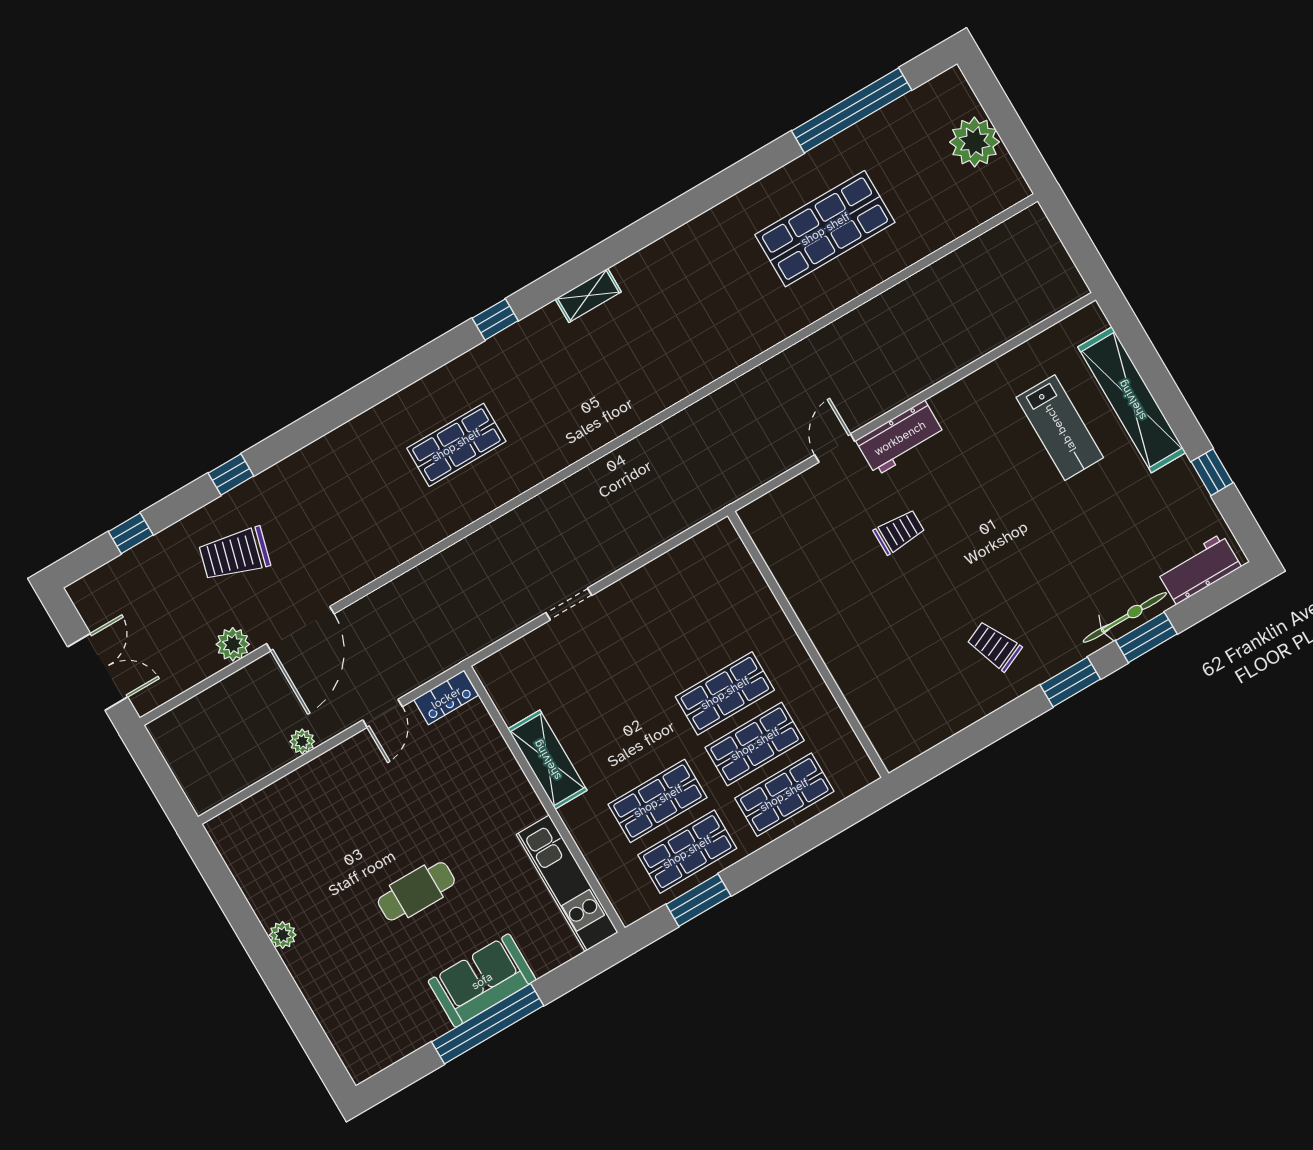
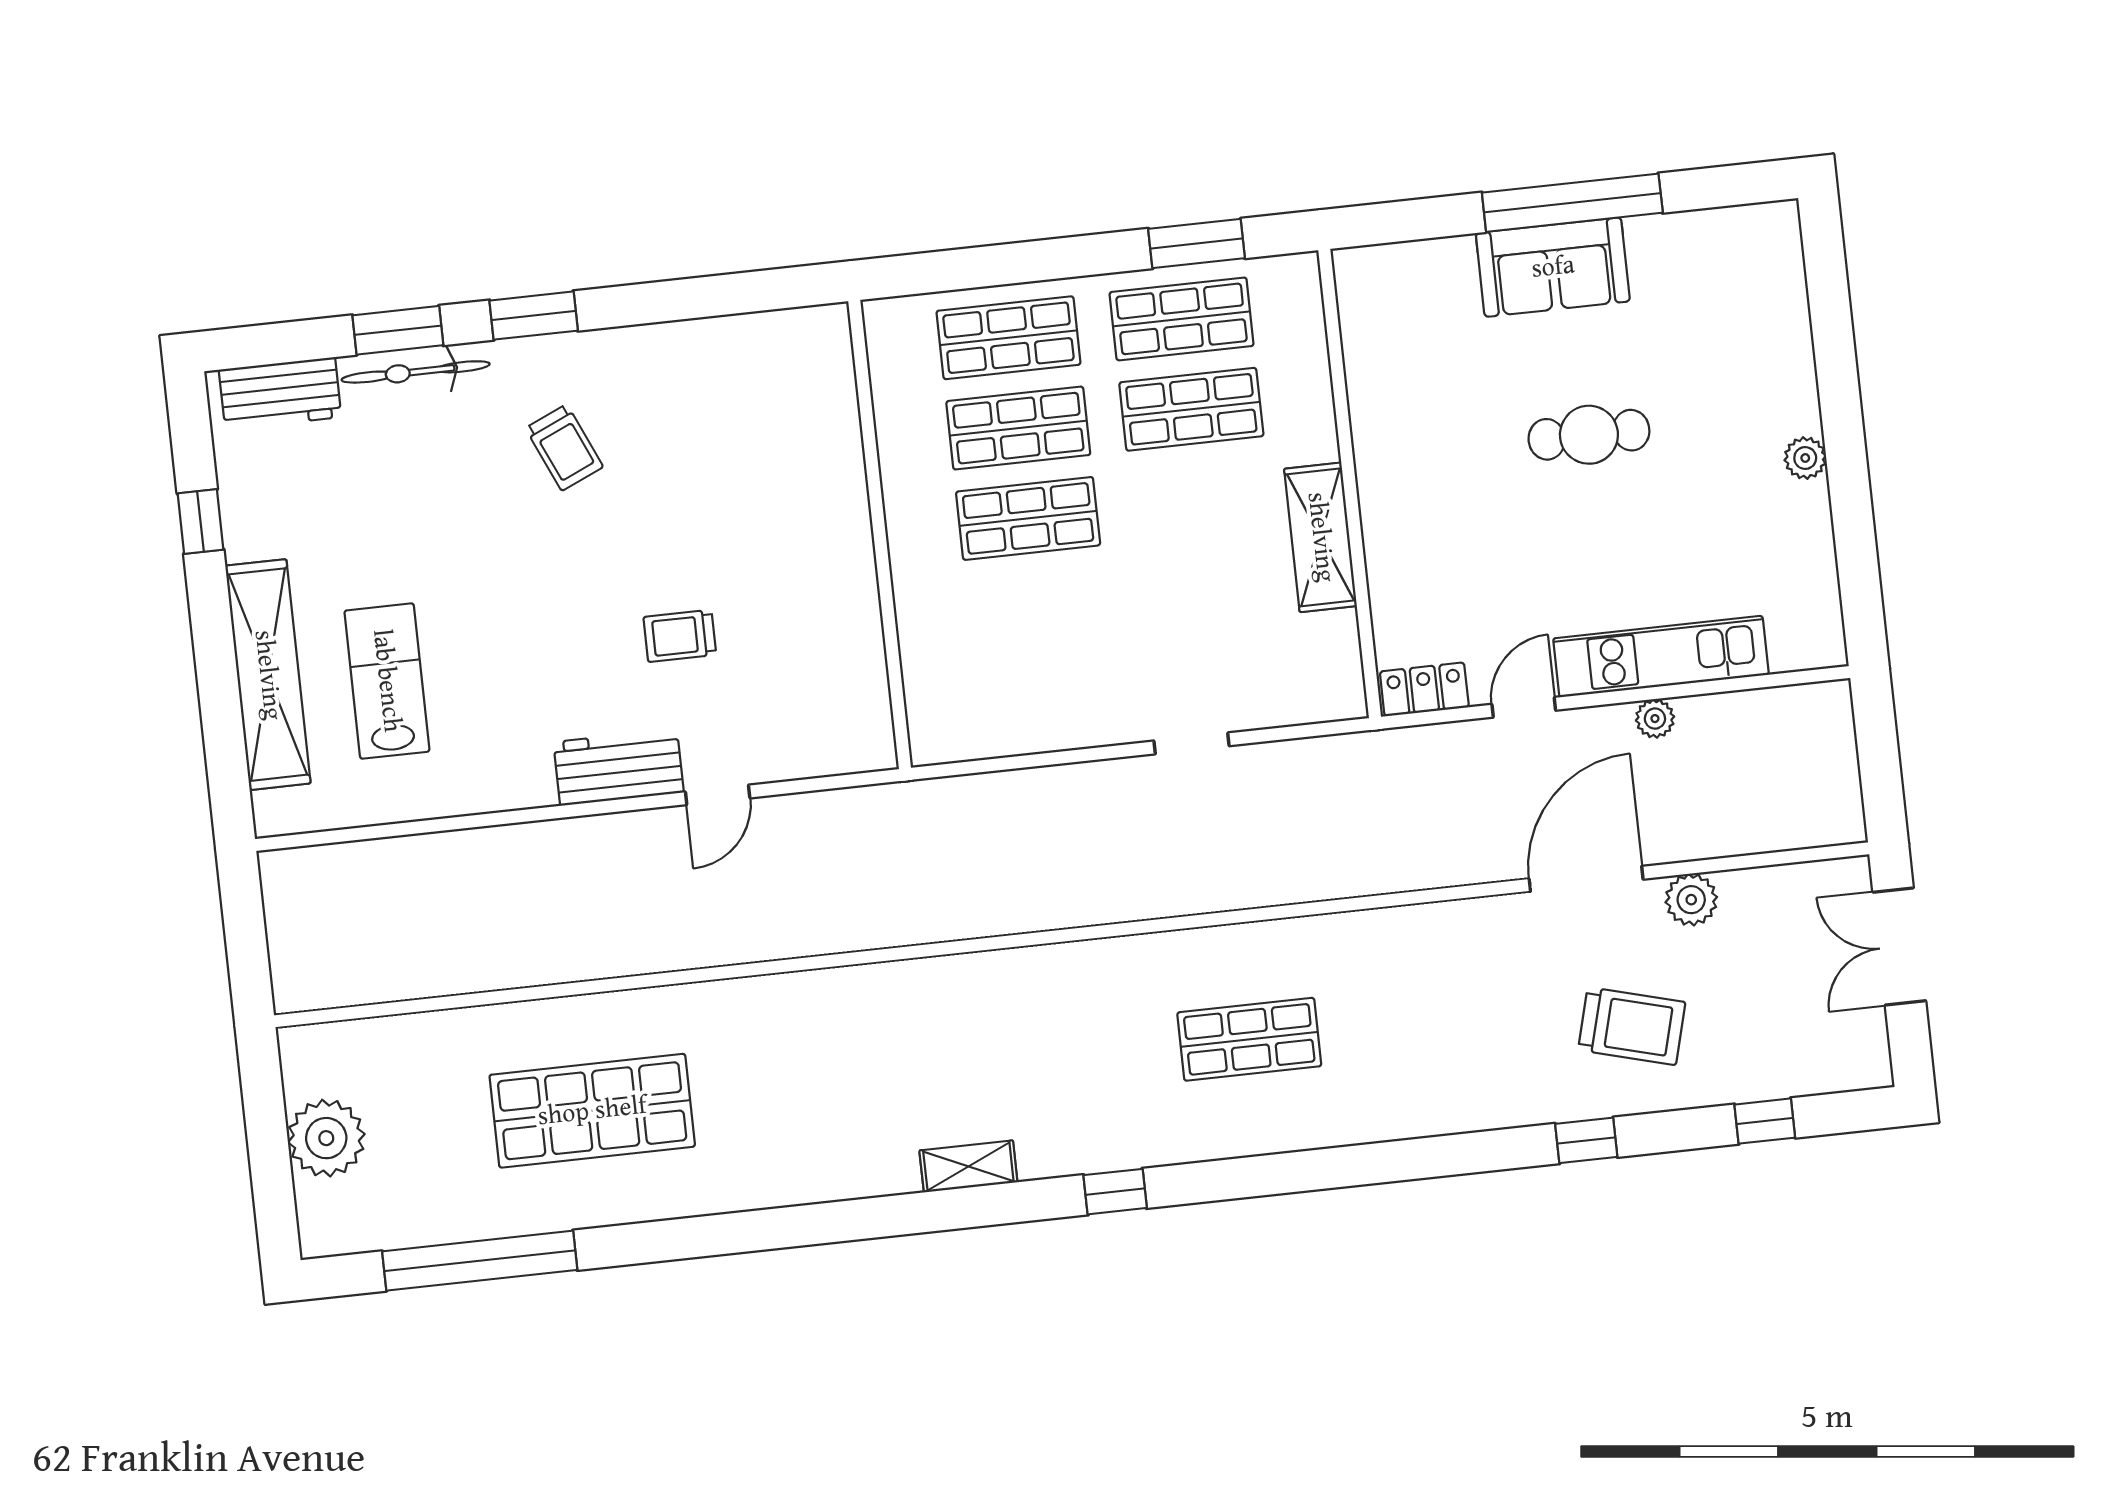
trolley: (994, 646) -> (564, 447), moved
kitchen unit: (567, 883) -> (1661, 657), moved, turned -90

